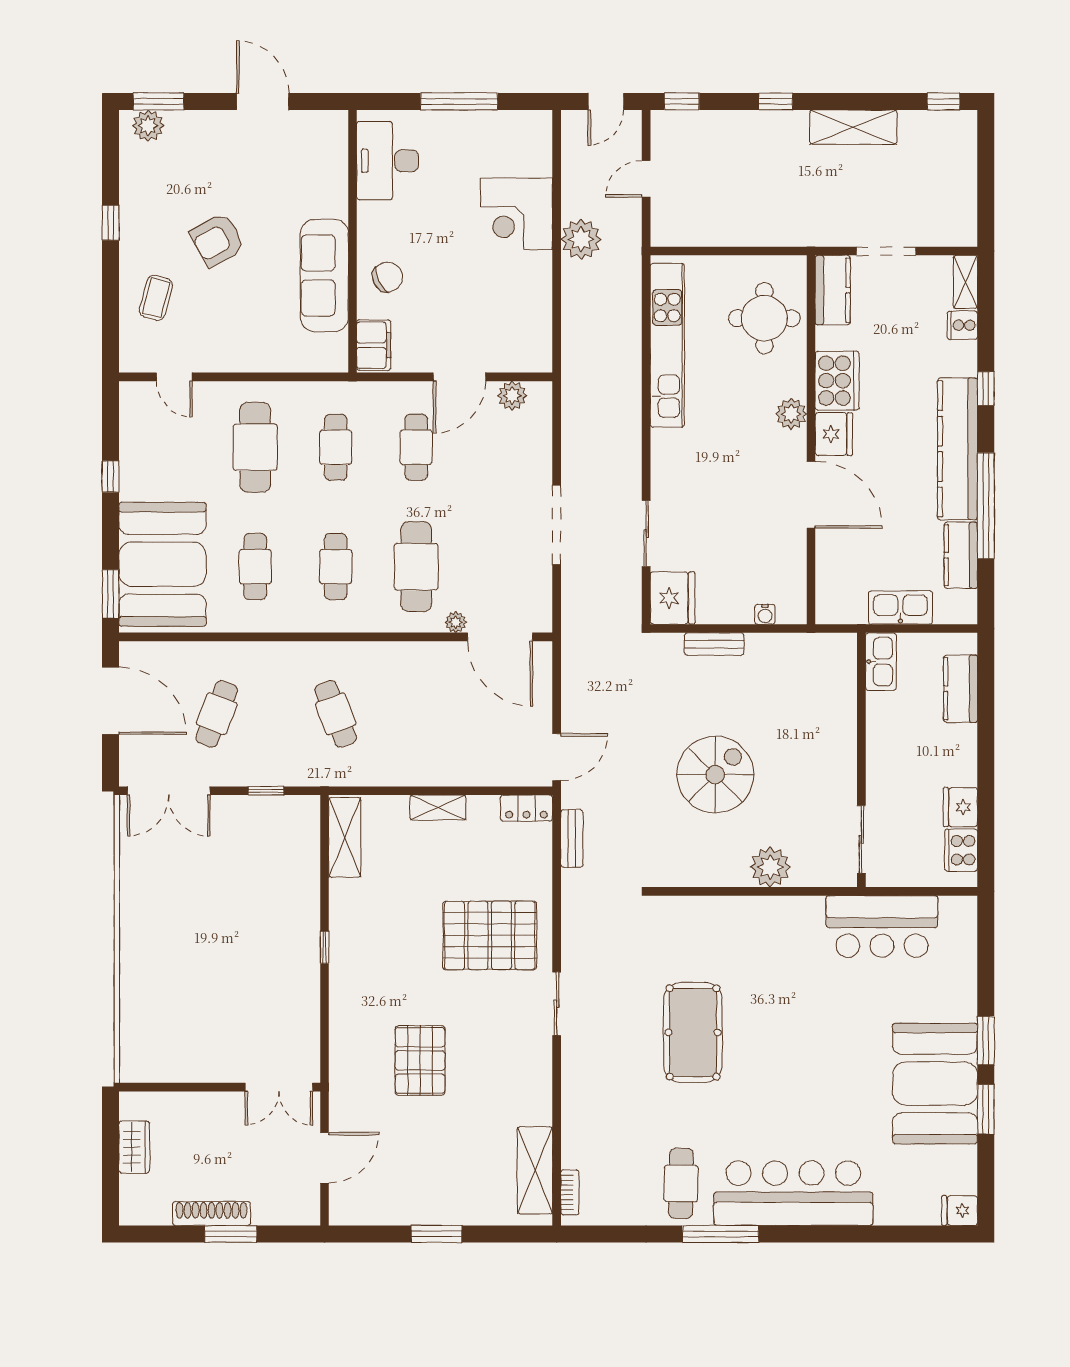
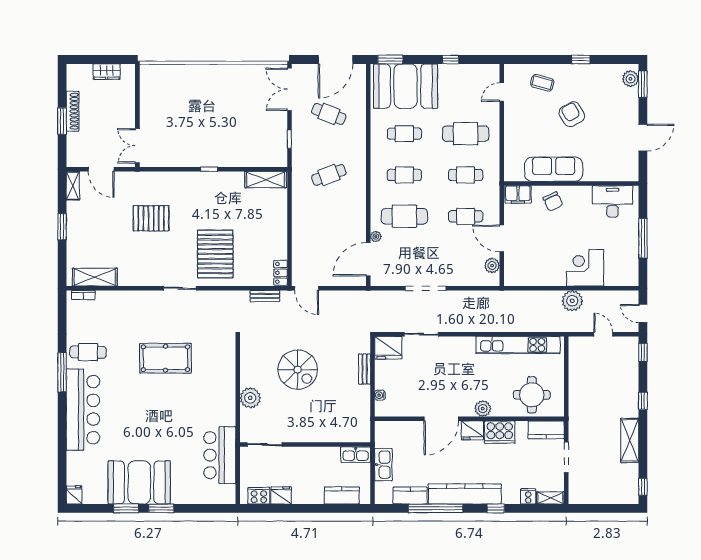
shelving: (438, 807) -> (73, 186), moved

